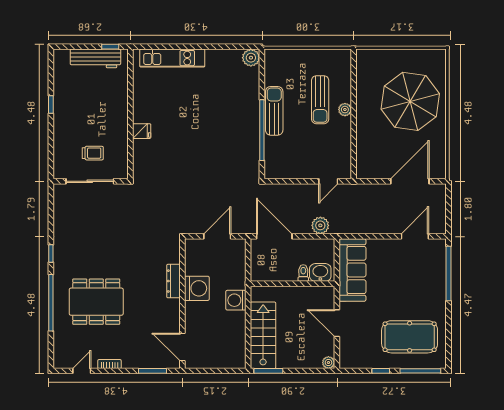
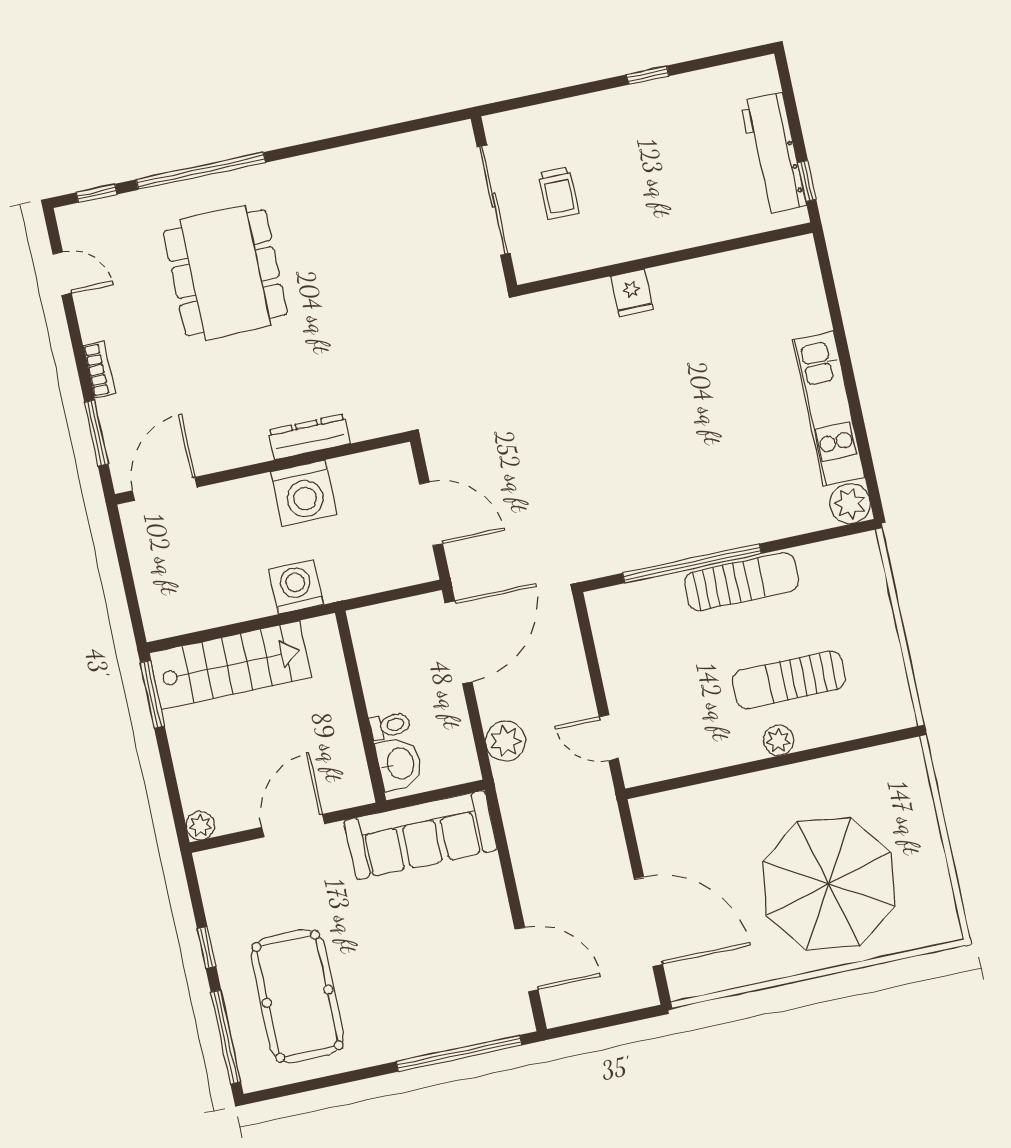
kitchen unit: (172, 58) -> (829, 408), moved
window: (51, 253) -> (97, 193), moved
bookcase: (109, 364) -> (99, 370), moved

